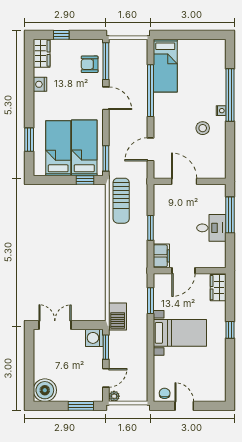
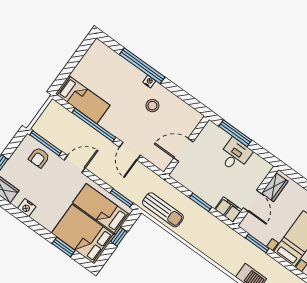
bed: (58, 148) -> (83, 234), width x1.50
door: (151, 149) -> (130, 151), moved
window: (85, 180) -> (119, 237), moved
wardrobe: (218, 288) -> (275, 187), moved, turned -90

